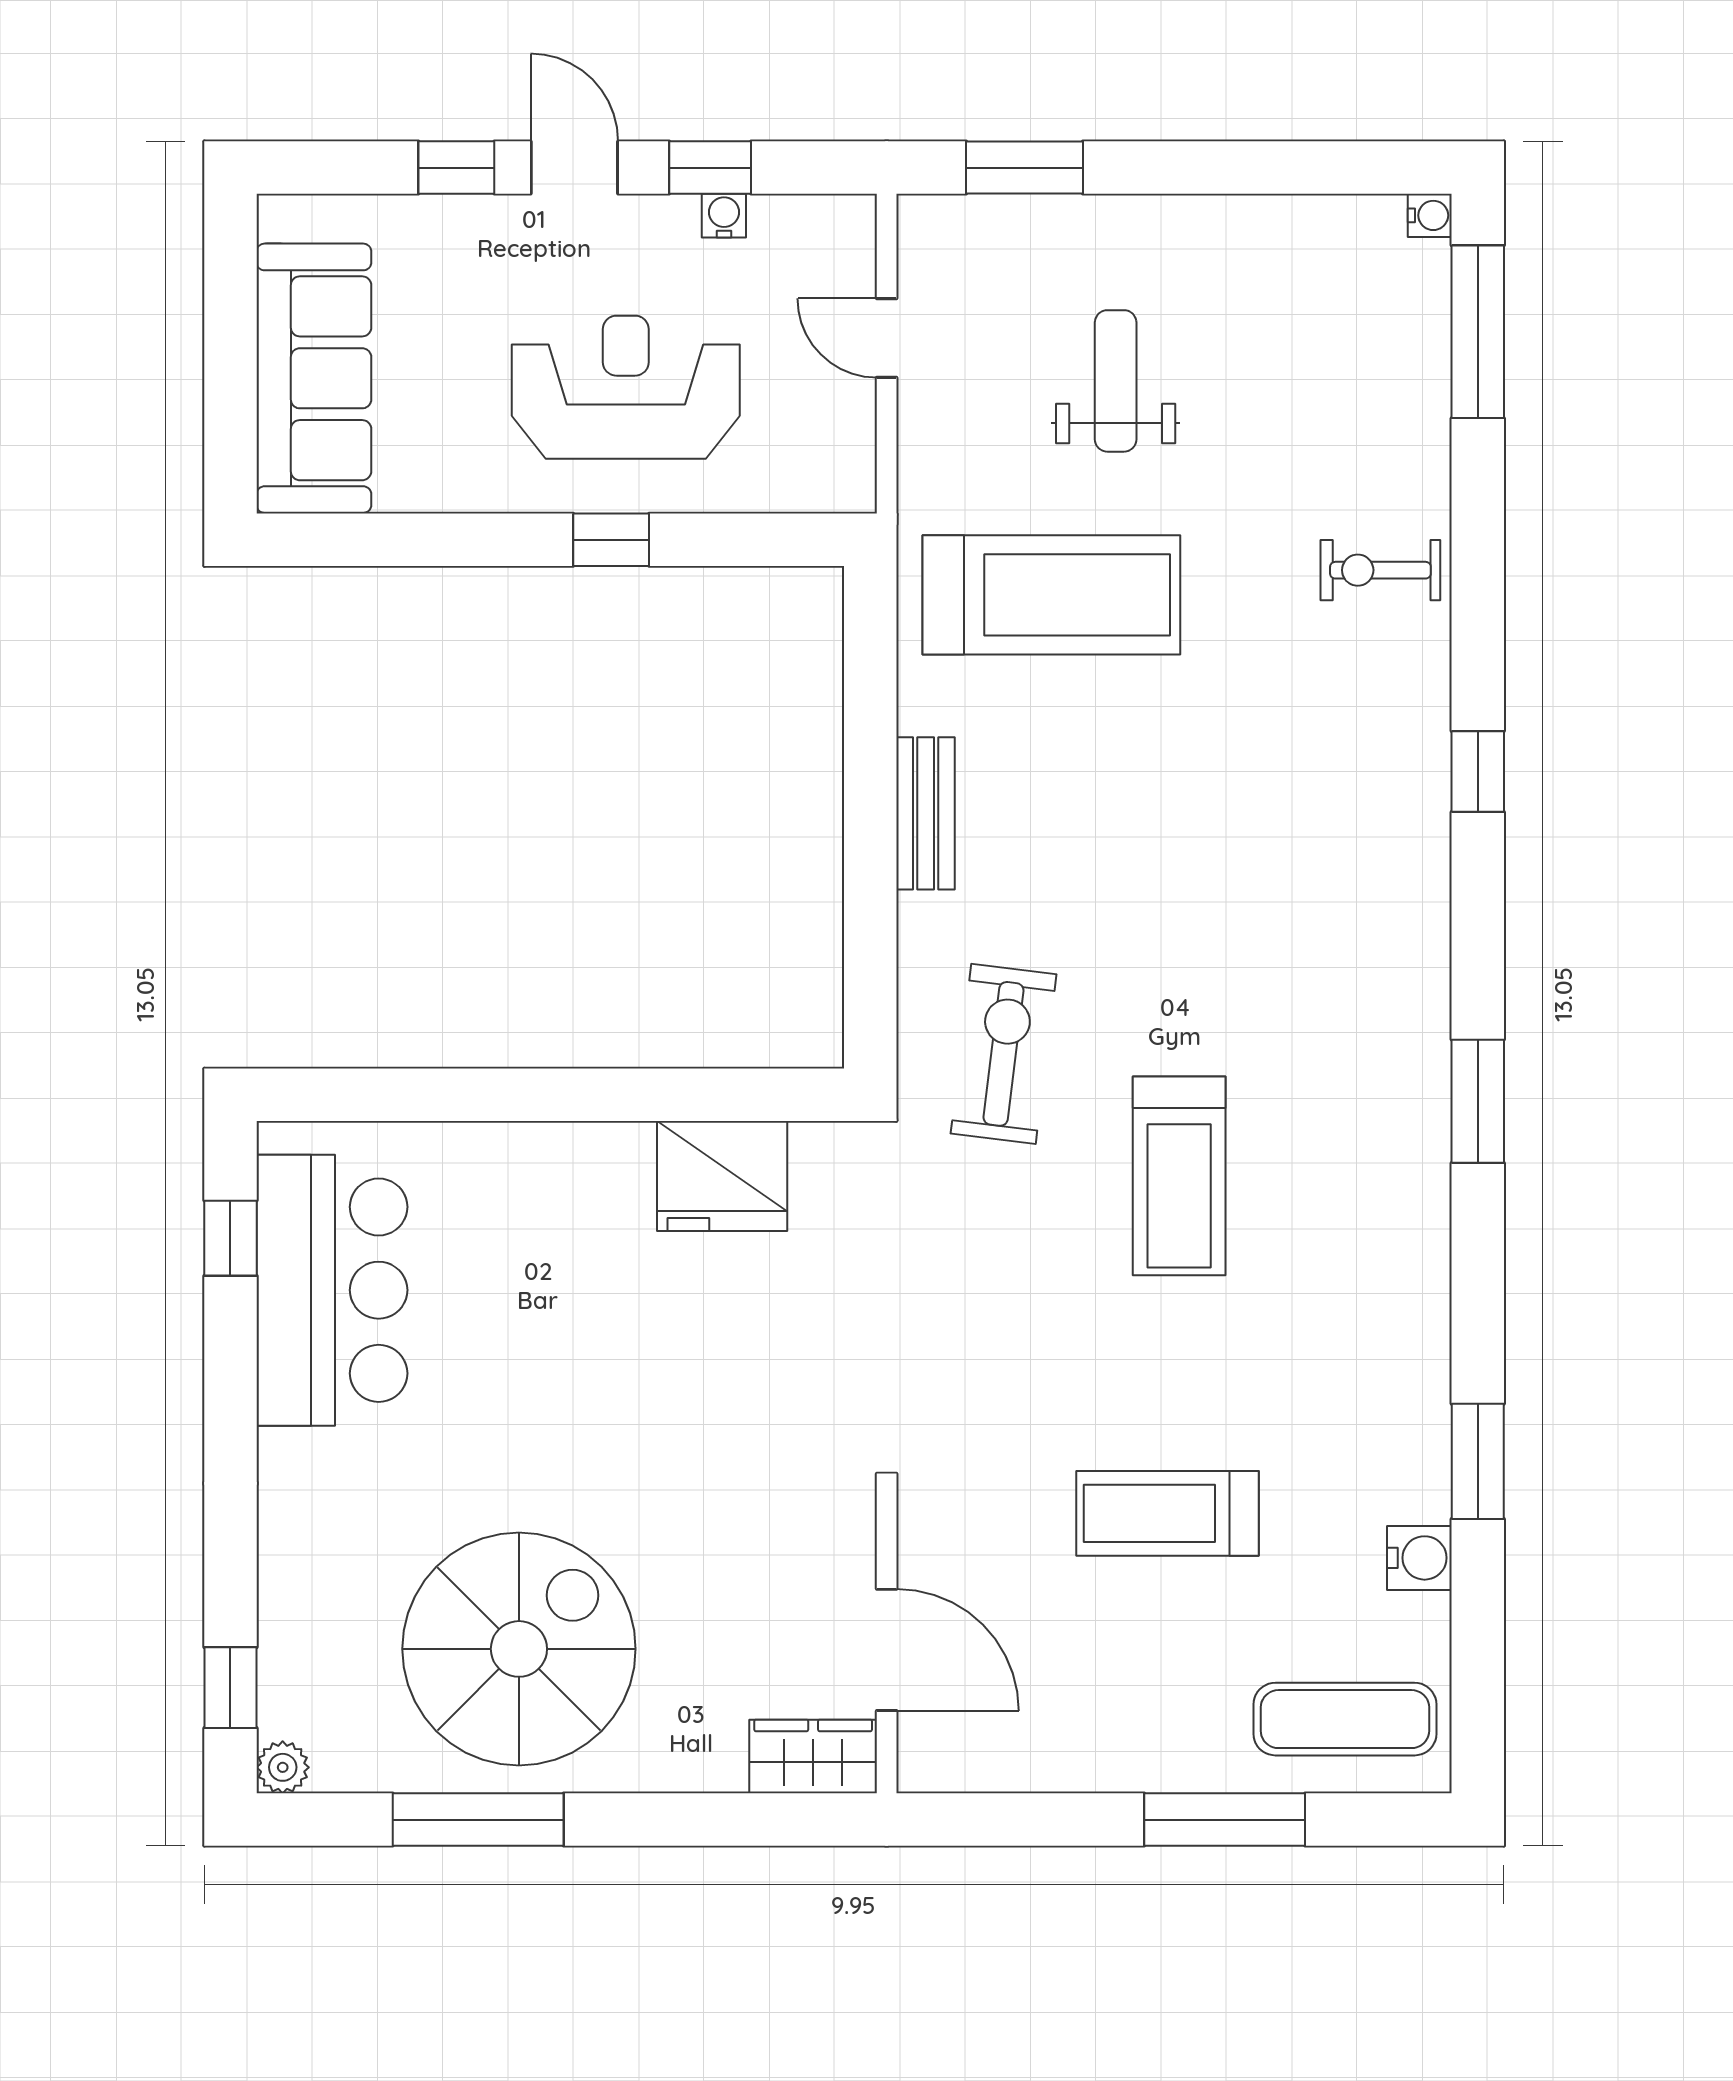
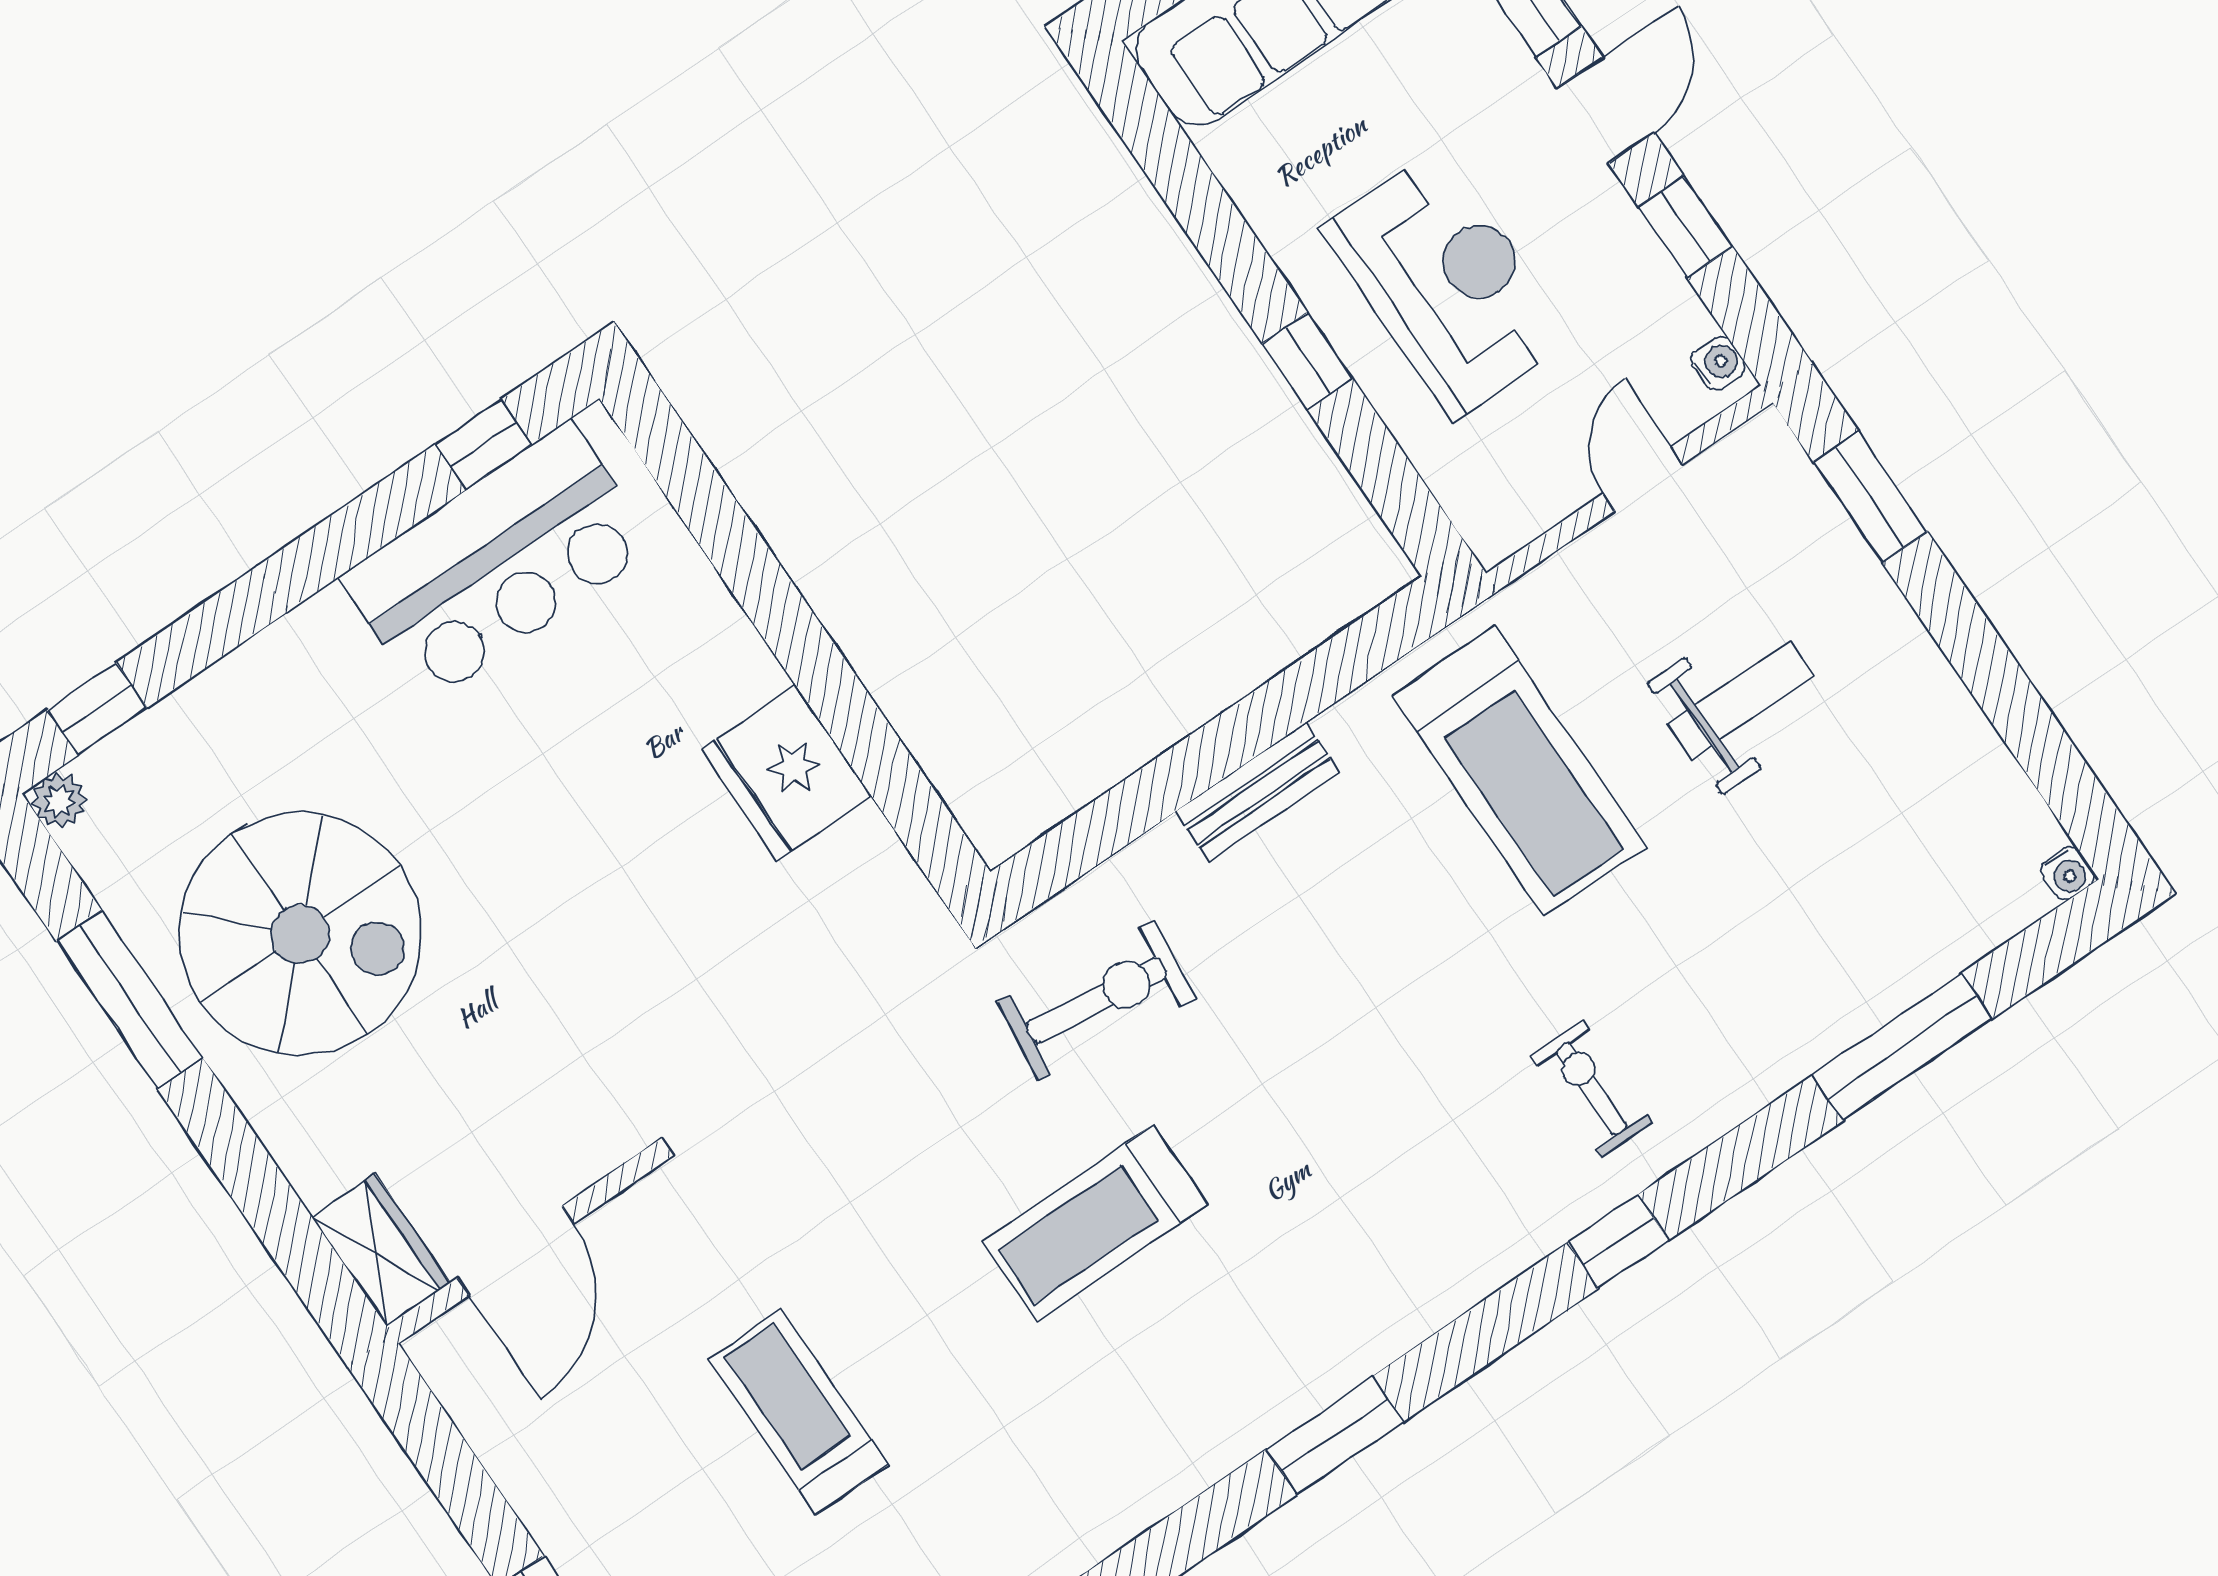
water cooler: (724, 216) -> (1718, 363), moved
window: (1478, 332) -> (1902, 1047), moved
exercise bike: (1380, 570) -> (1592, 1089), moved
fridge: (722, 1176) -> (786, 773), moved

